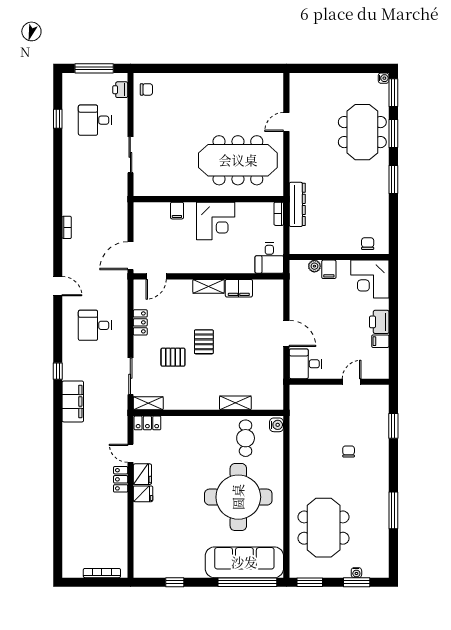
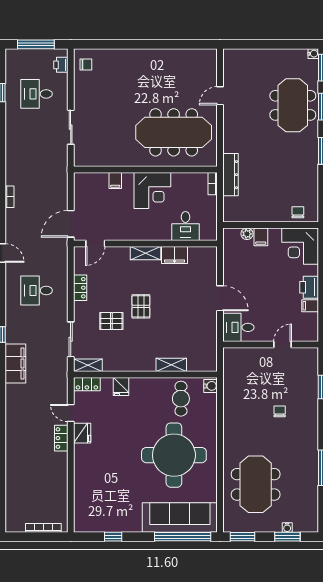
desk: (269, 258) -> (185, 226), moved
fridge: (143, 494) -> (121, 386), moved, turned 90

